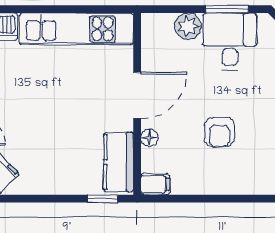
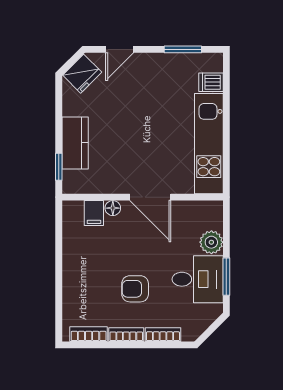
armchair: (219, 132) -> (135, 289), moved
kitchen counter: (118, 162) -> (75, 143), moved, turned 90
filing cabinet: (155, 184) -> (94, 213), moved

